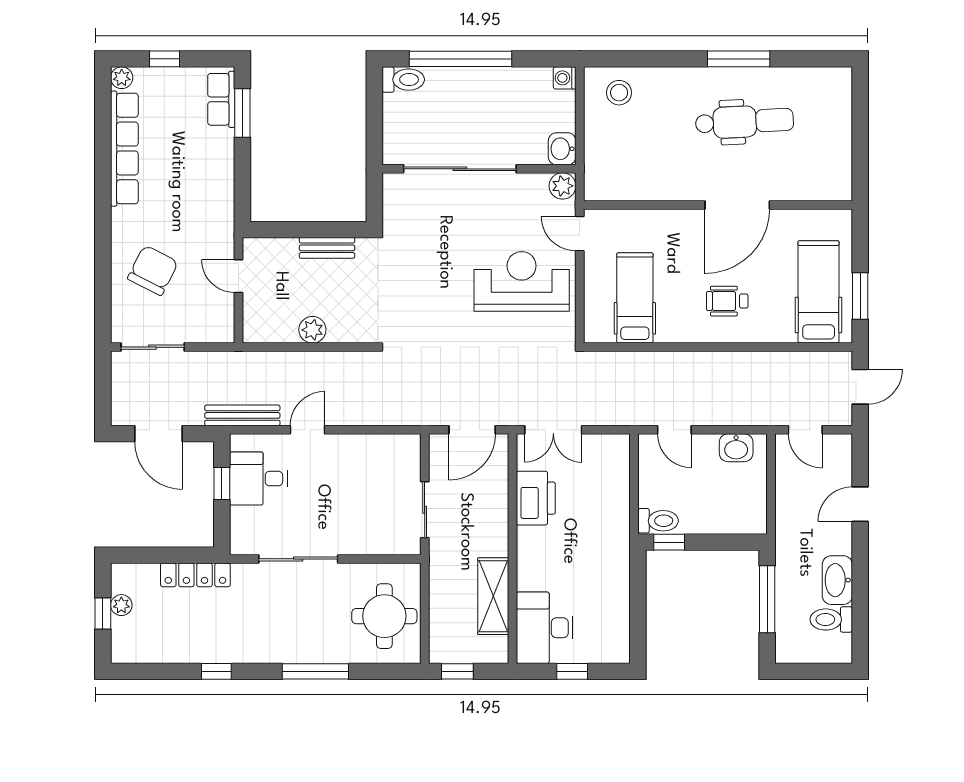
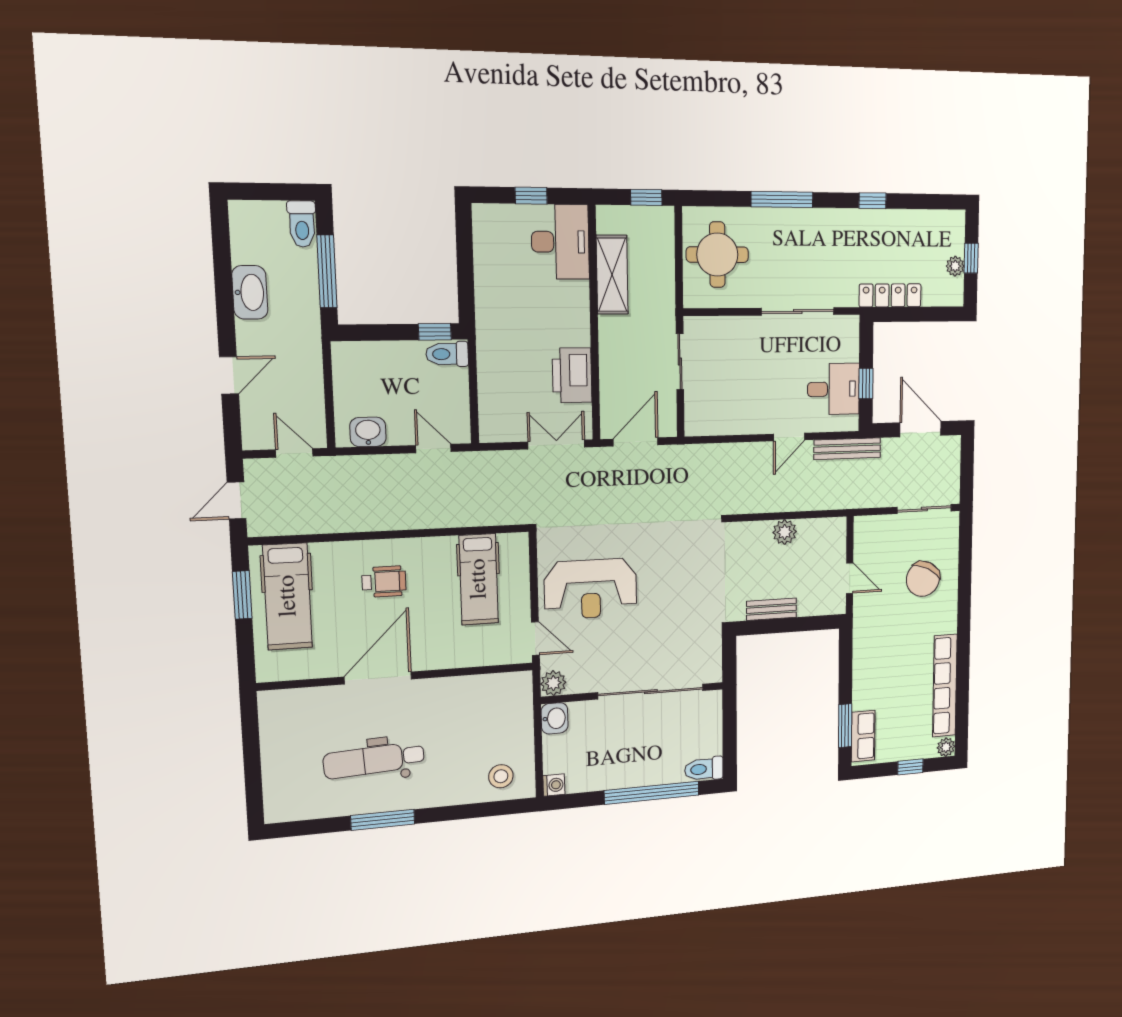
toilet: (831, 619) -> (302, 224), moved, turned 90

